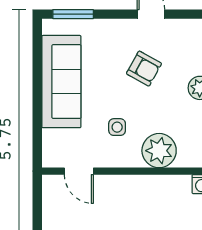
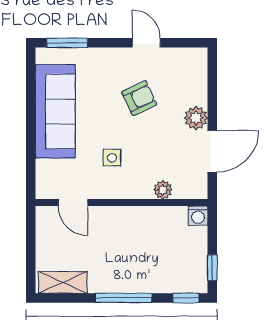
armchair: (144, 69) -> (139, 98), turned -54
plant: (159, 151) -> (163, 190), width x0.53, depth x0.53

